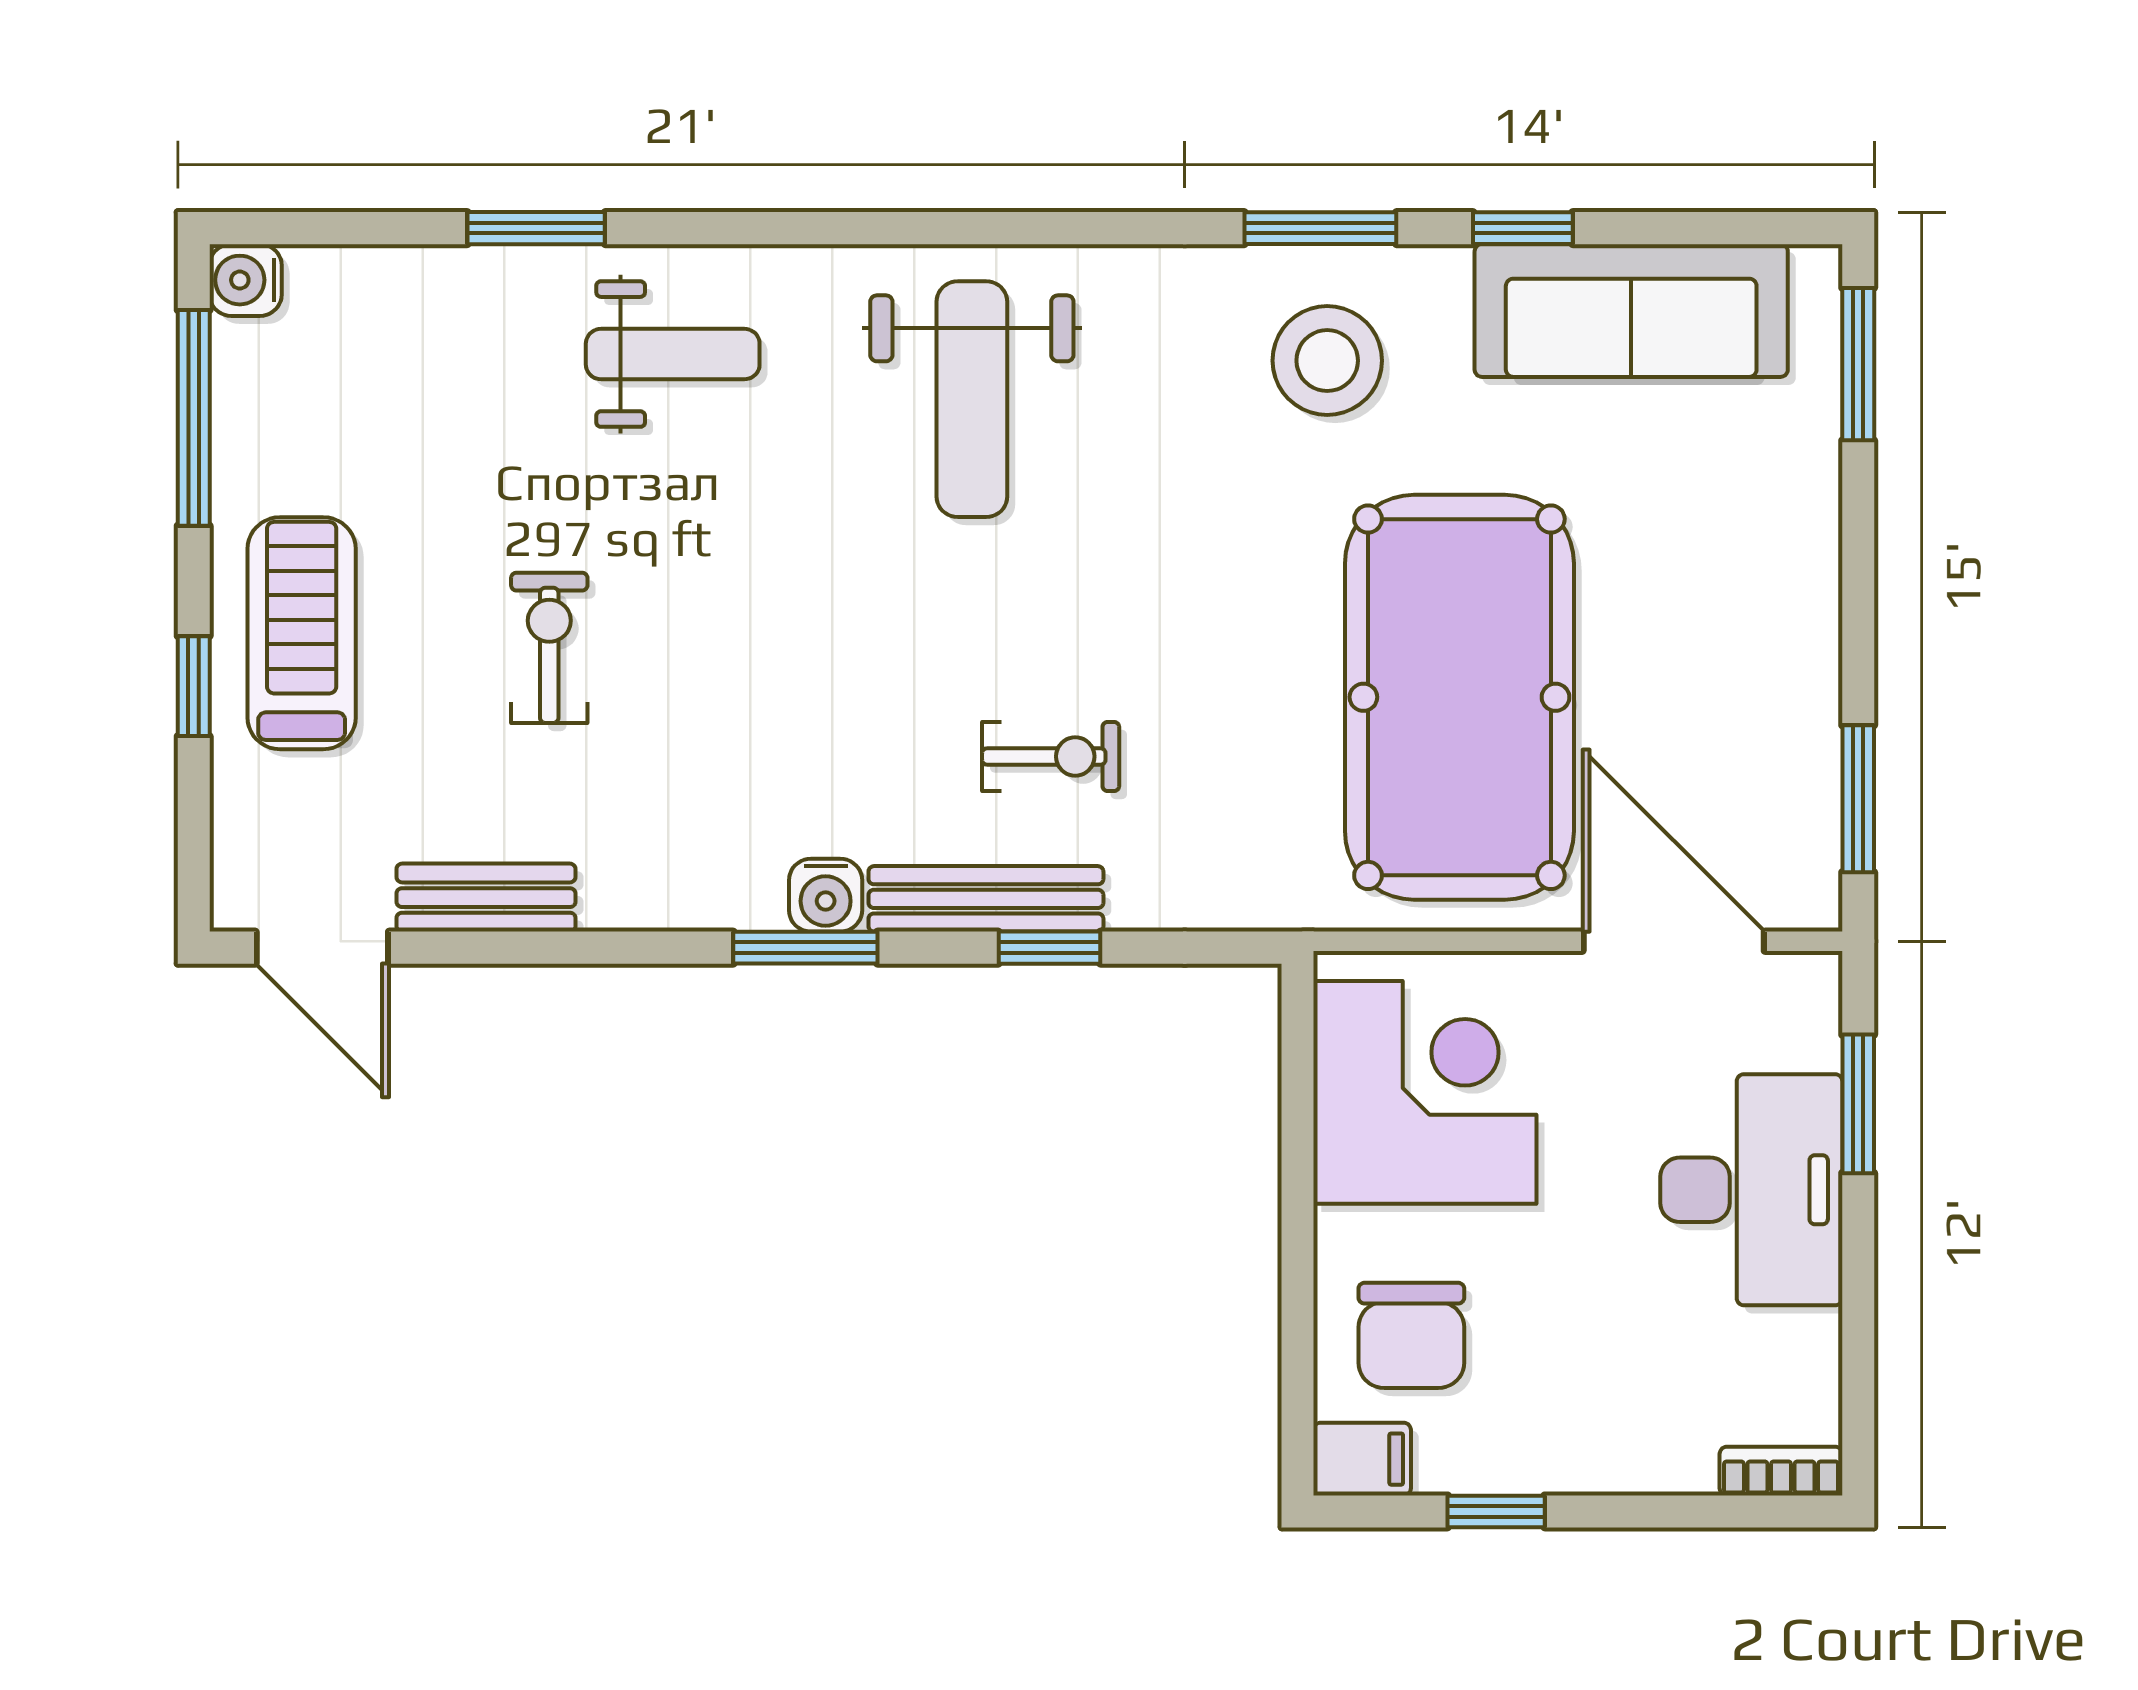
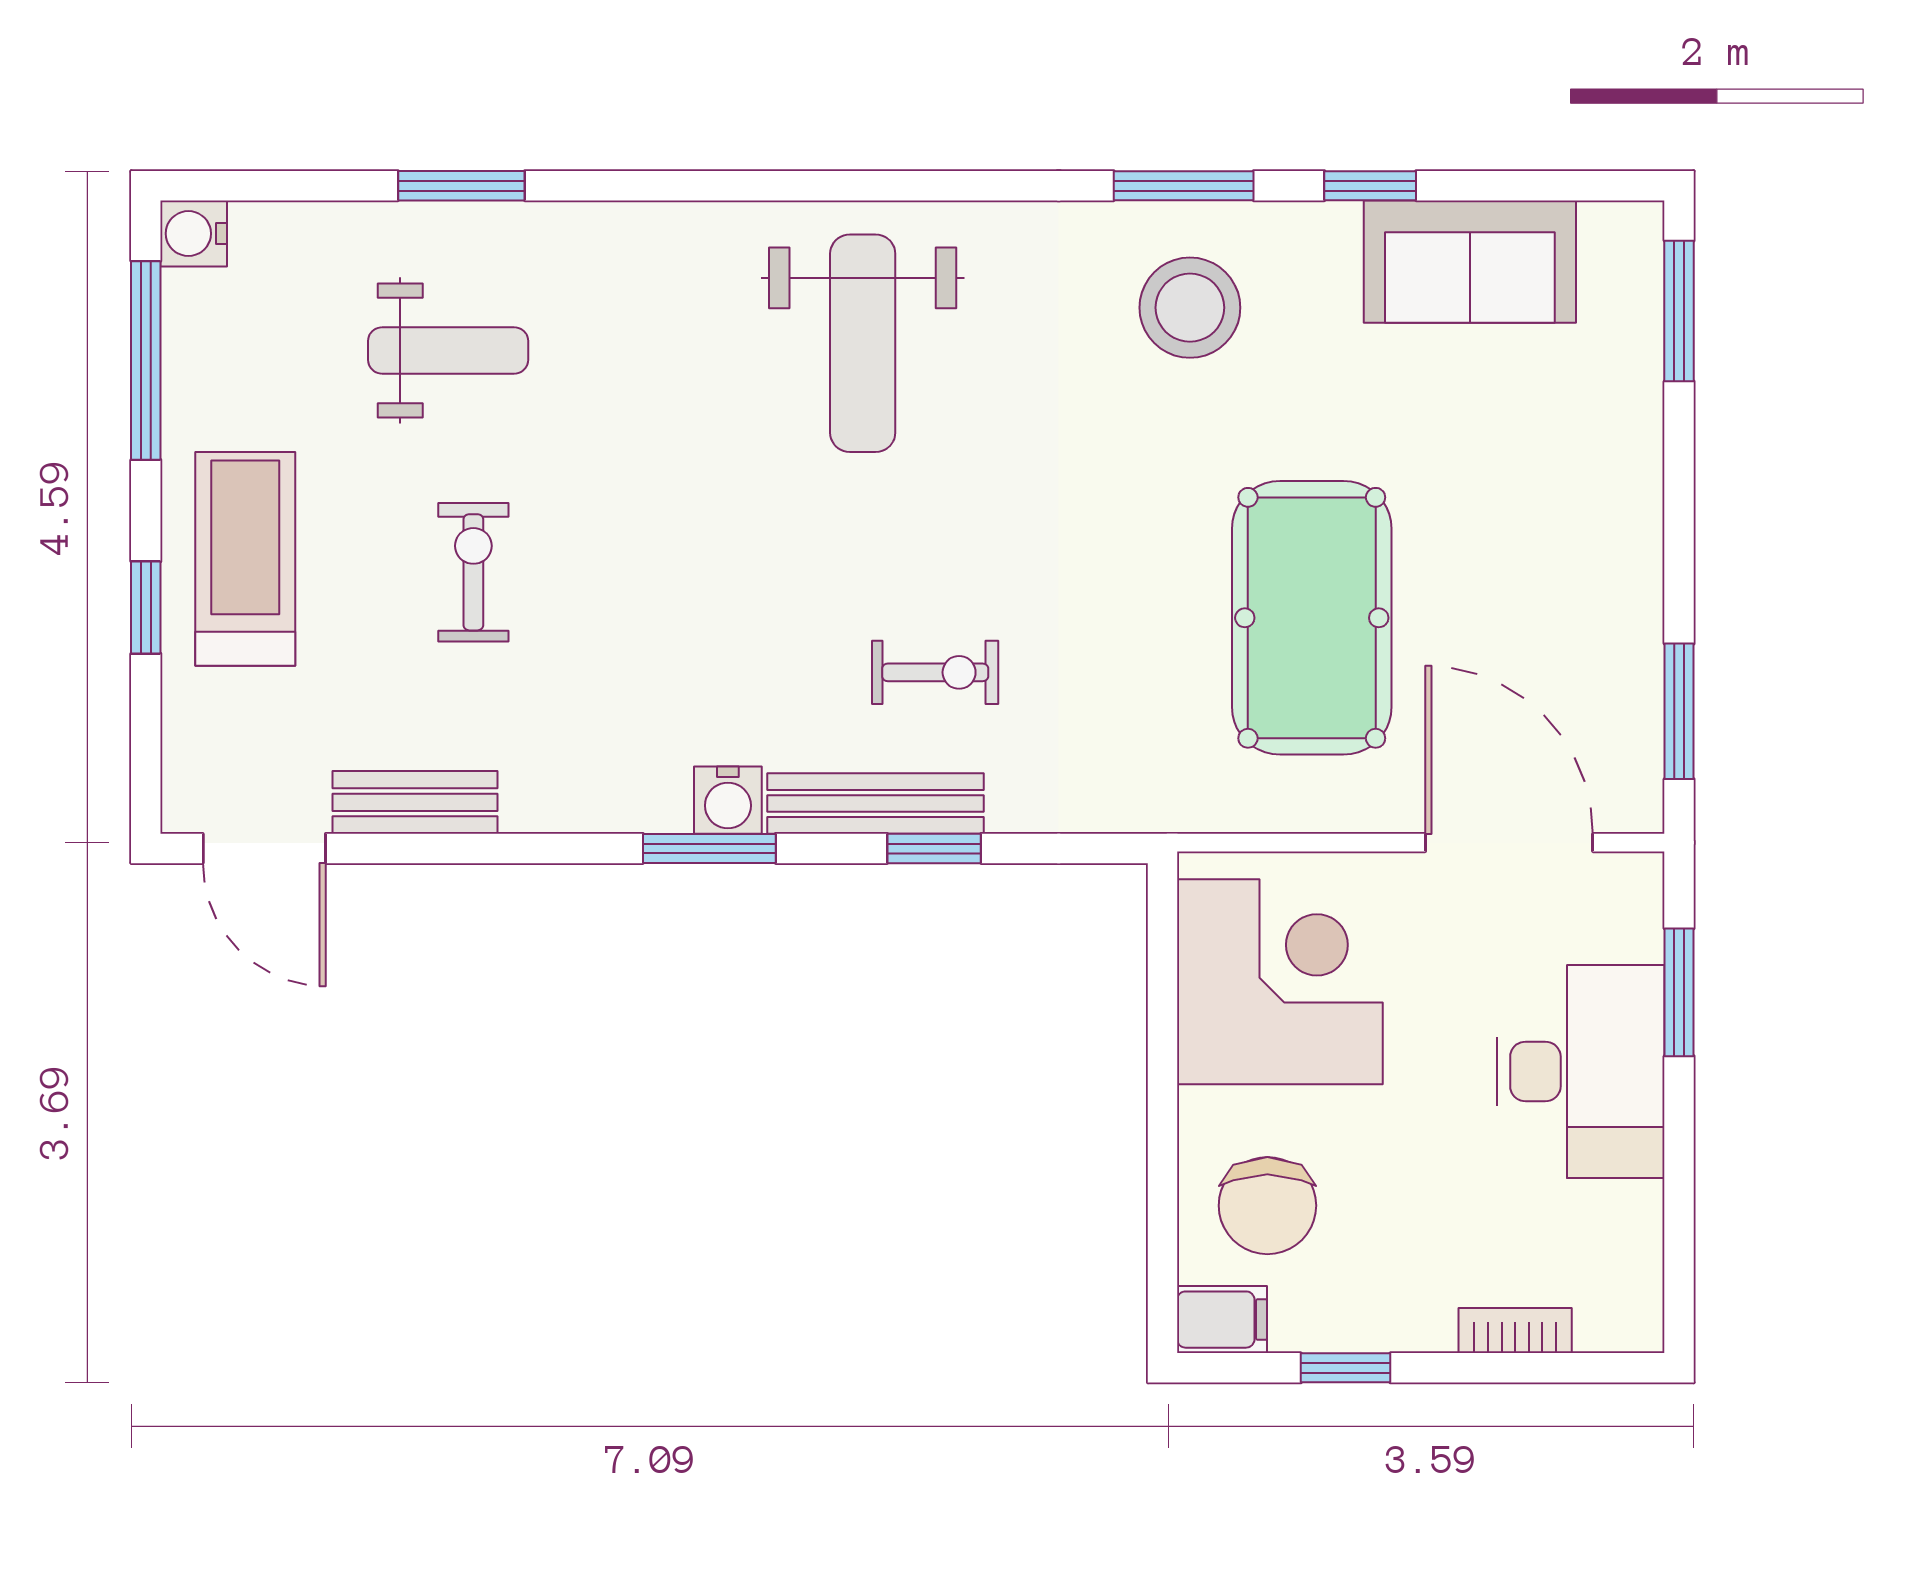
sofa: (1631, 311) -> (1470, 262), width x0.73
weight bench: (673, 354) -> (448, 350), moved
pool table: (1459, 697) -> (1312, 618), width x0.73, depth x0.76
bookcase: (1781, 1471) -> (1515, 1331), moved

